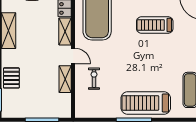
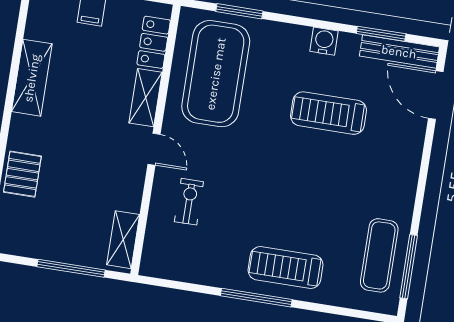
shelving: (65, 79) -> (123, 240), moved
treadmill: (146, 103) -> (286, 267), width x0.73, depth x0.73

